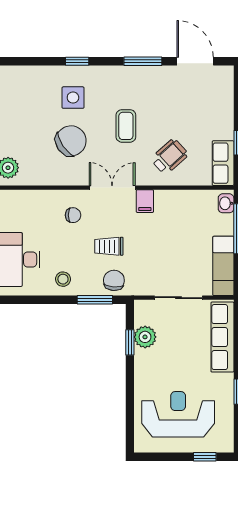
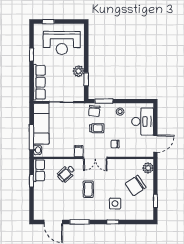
chair: (71, 141) -> (136, 186), moved
exam couch: (223, 266) -> (41, 124), width x1.36, depth x1.45
plant: (145, 337) -> (79, 71), moved

